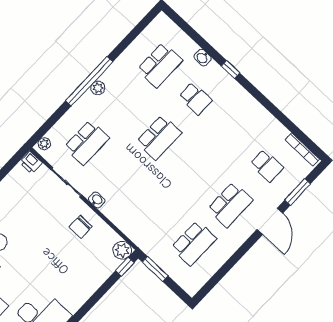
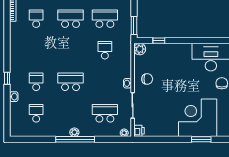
school desk: (160, 65) -> (36, 113), width x0.54
school desk: (158, 210) -> (105, 50), added
window: (125, 267) -> (159, 41), moved

